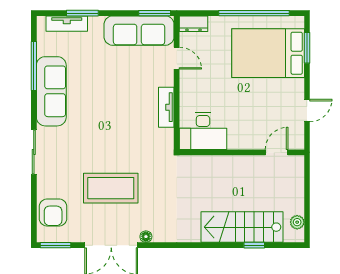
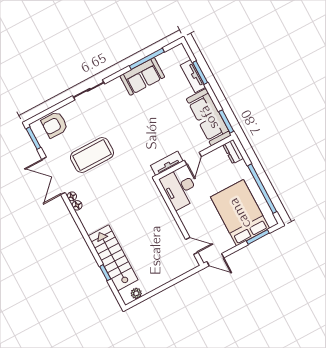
tv unit: (67, 24) -> (193, 76), moved
door: (177, 58) -> (193, 158), moved
sofa: (51, 91) -> (142, 76), width x0.73
desk: (203, 131) -> (180, 188), moved
wall: (242, 152) -> (179, 222), moved
door: (277, 152) -> (192, 246), moved
coffee table: (111, 188) -> (92, 155), turned 90
floor lamp: (160, 236) -> (77, 205), added

